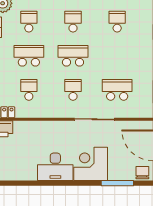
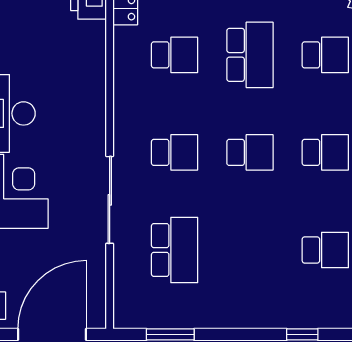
school desk: (73, 56) -> (250, 152), width x0.54

